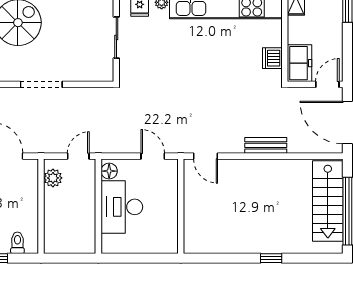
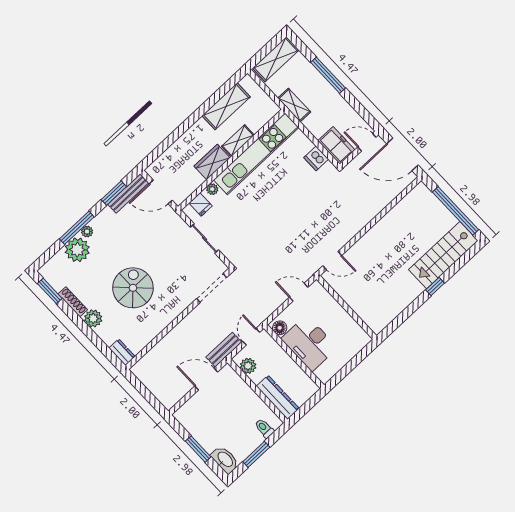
doorway: (41, 84) -> (212, 288), moved
door: (327, 84) -> (367, 142), hinge flipped
bench: (266, 145) -> (224, 350), moved
stairs: (328, 201) -> (443, 255), moved, turned 90
dresser: (53, 228) -> (278, 397), added

